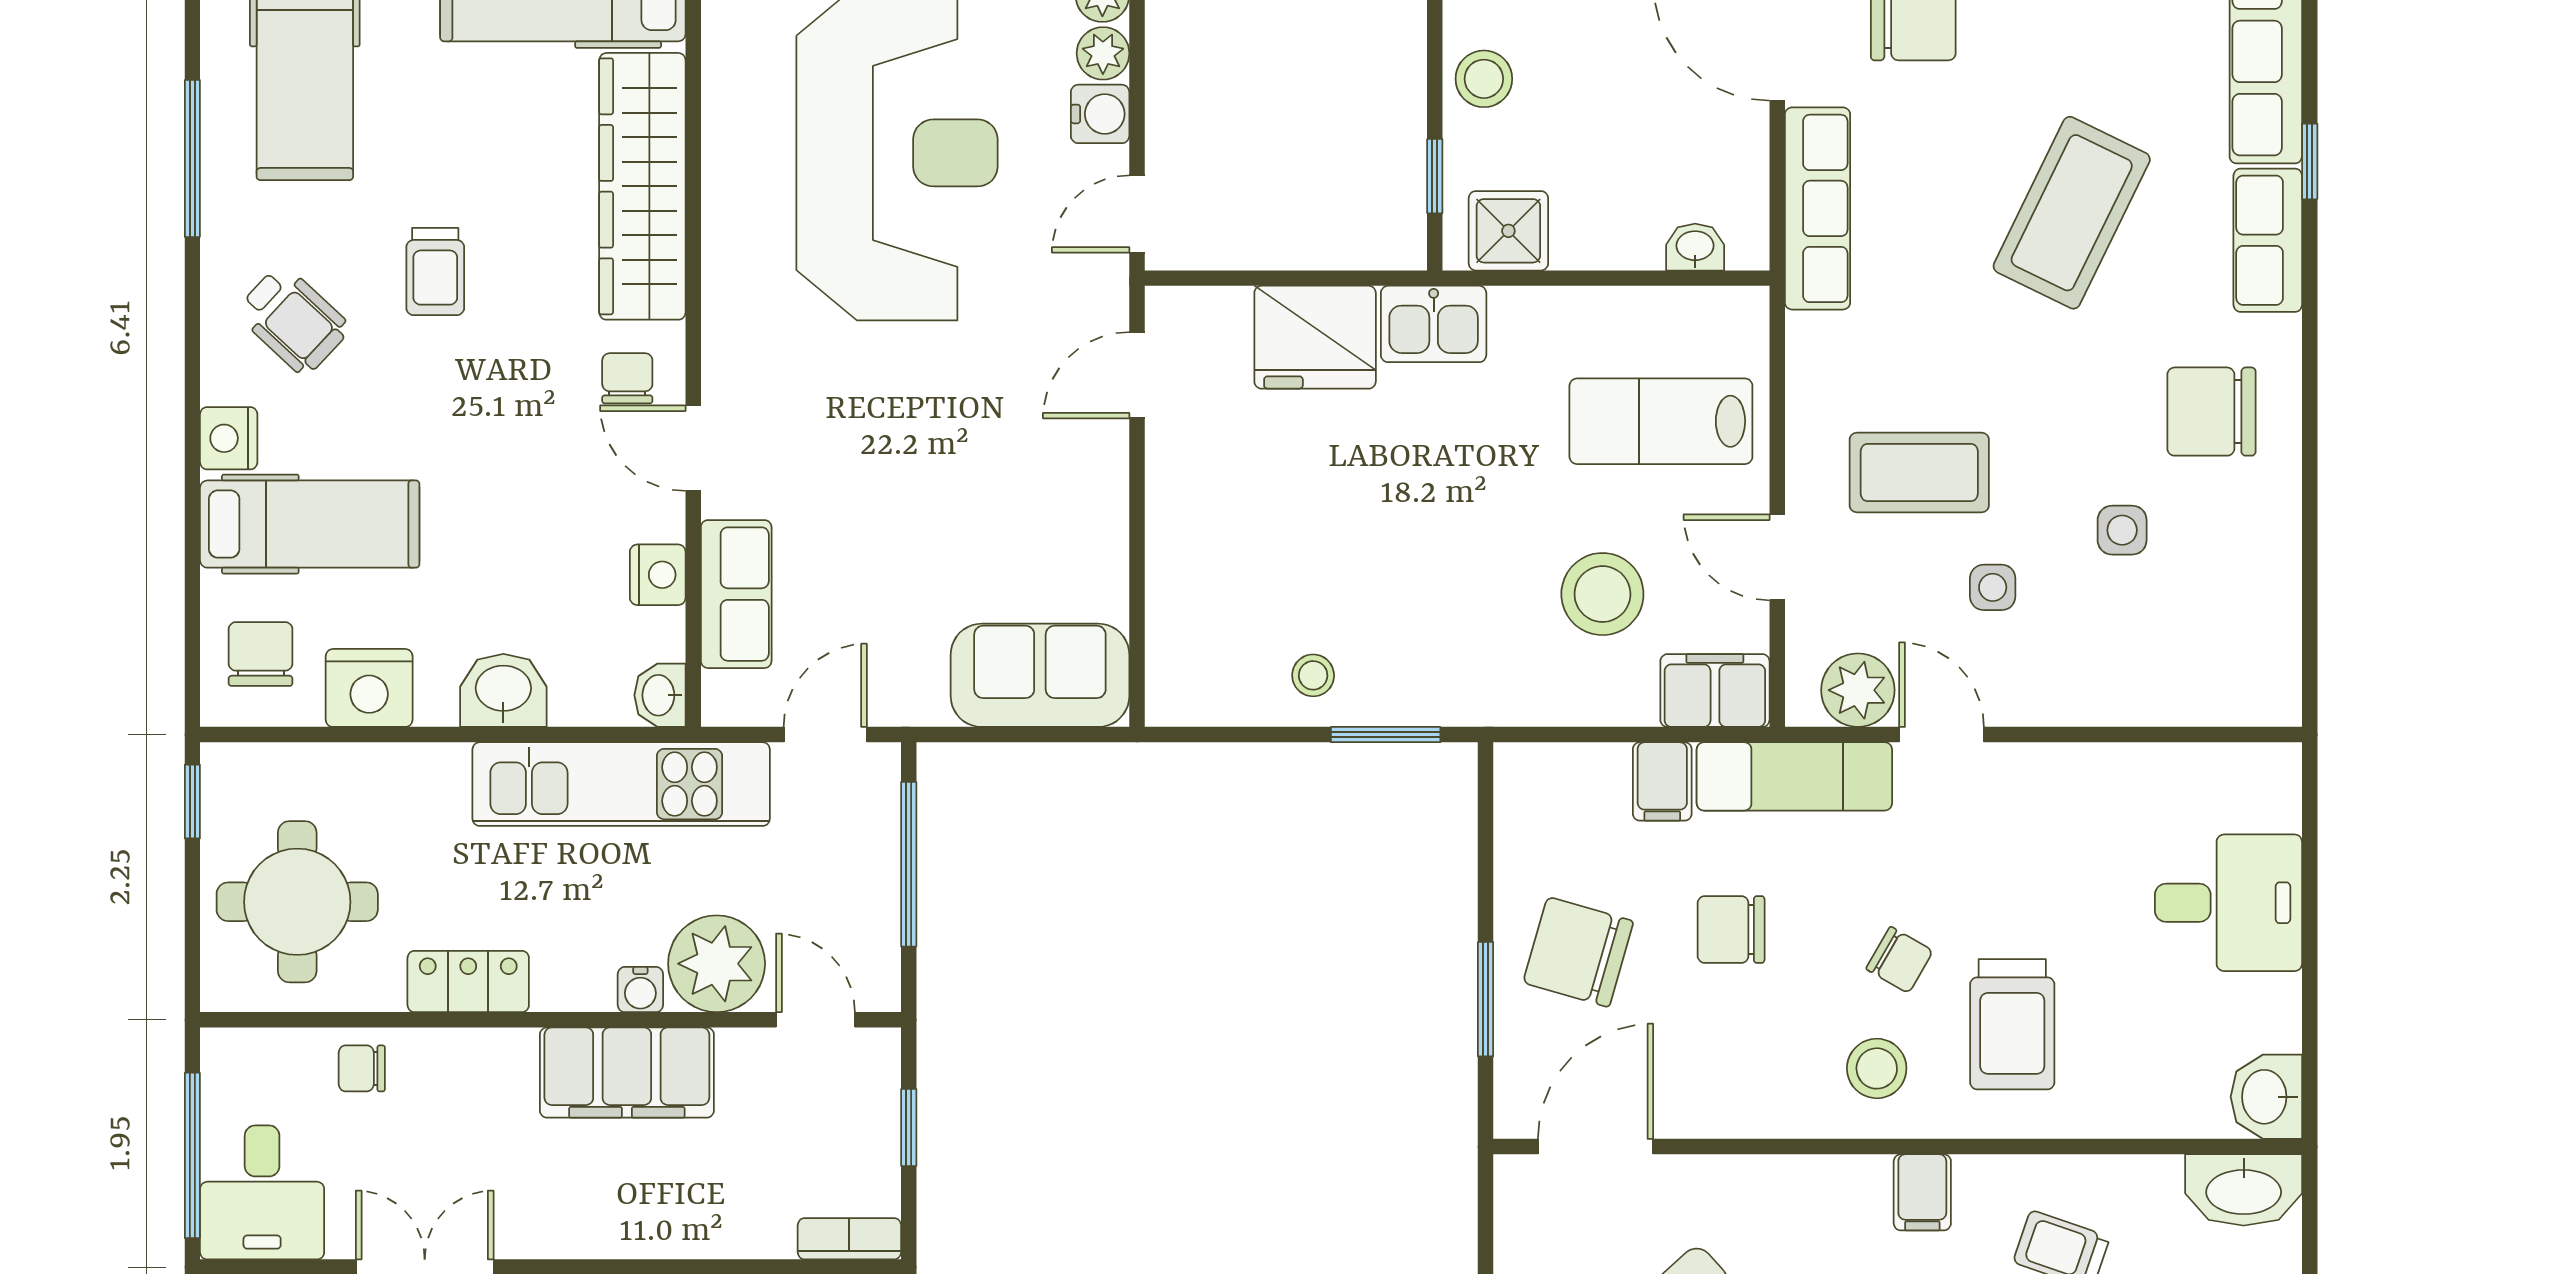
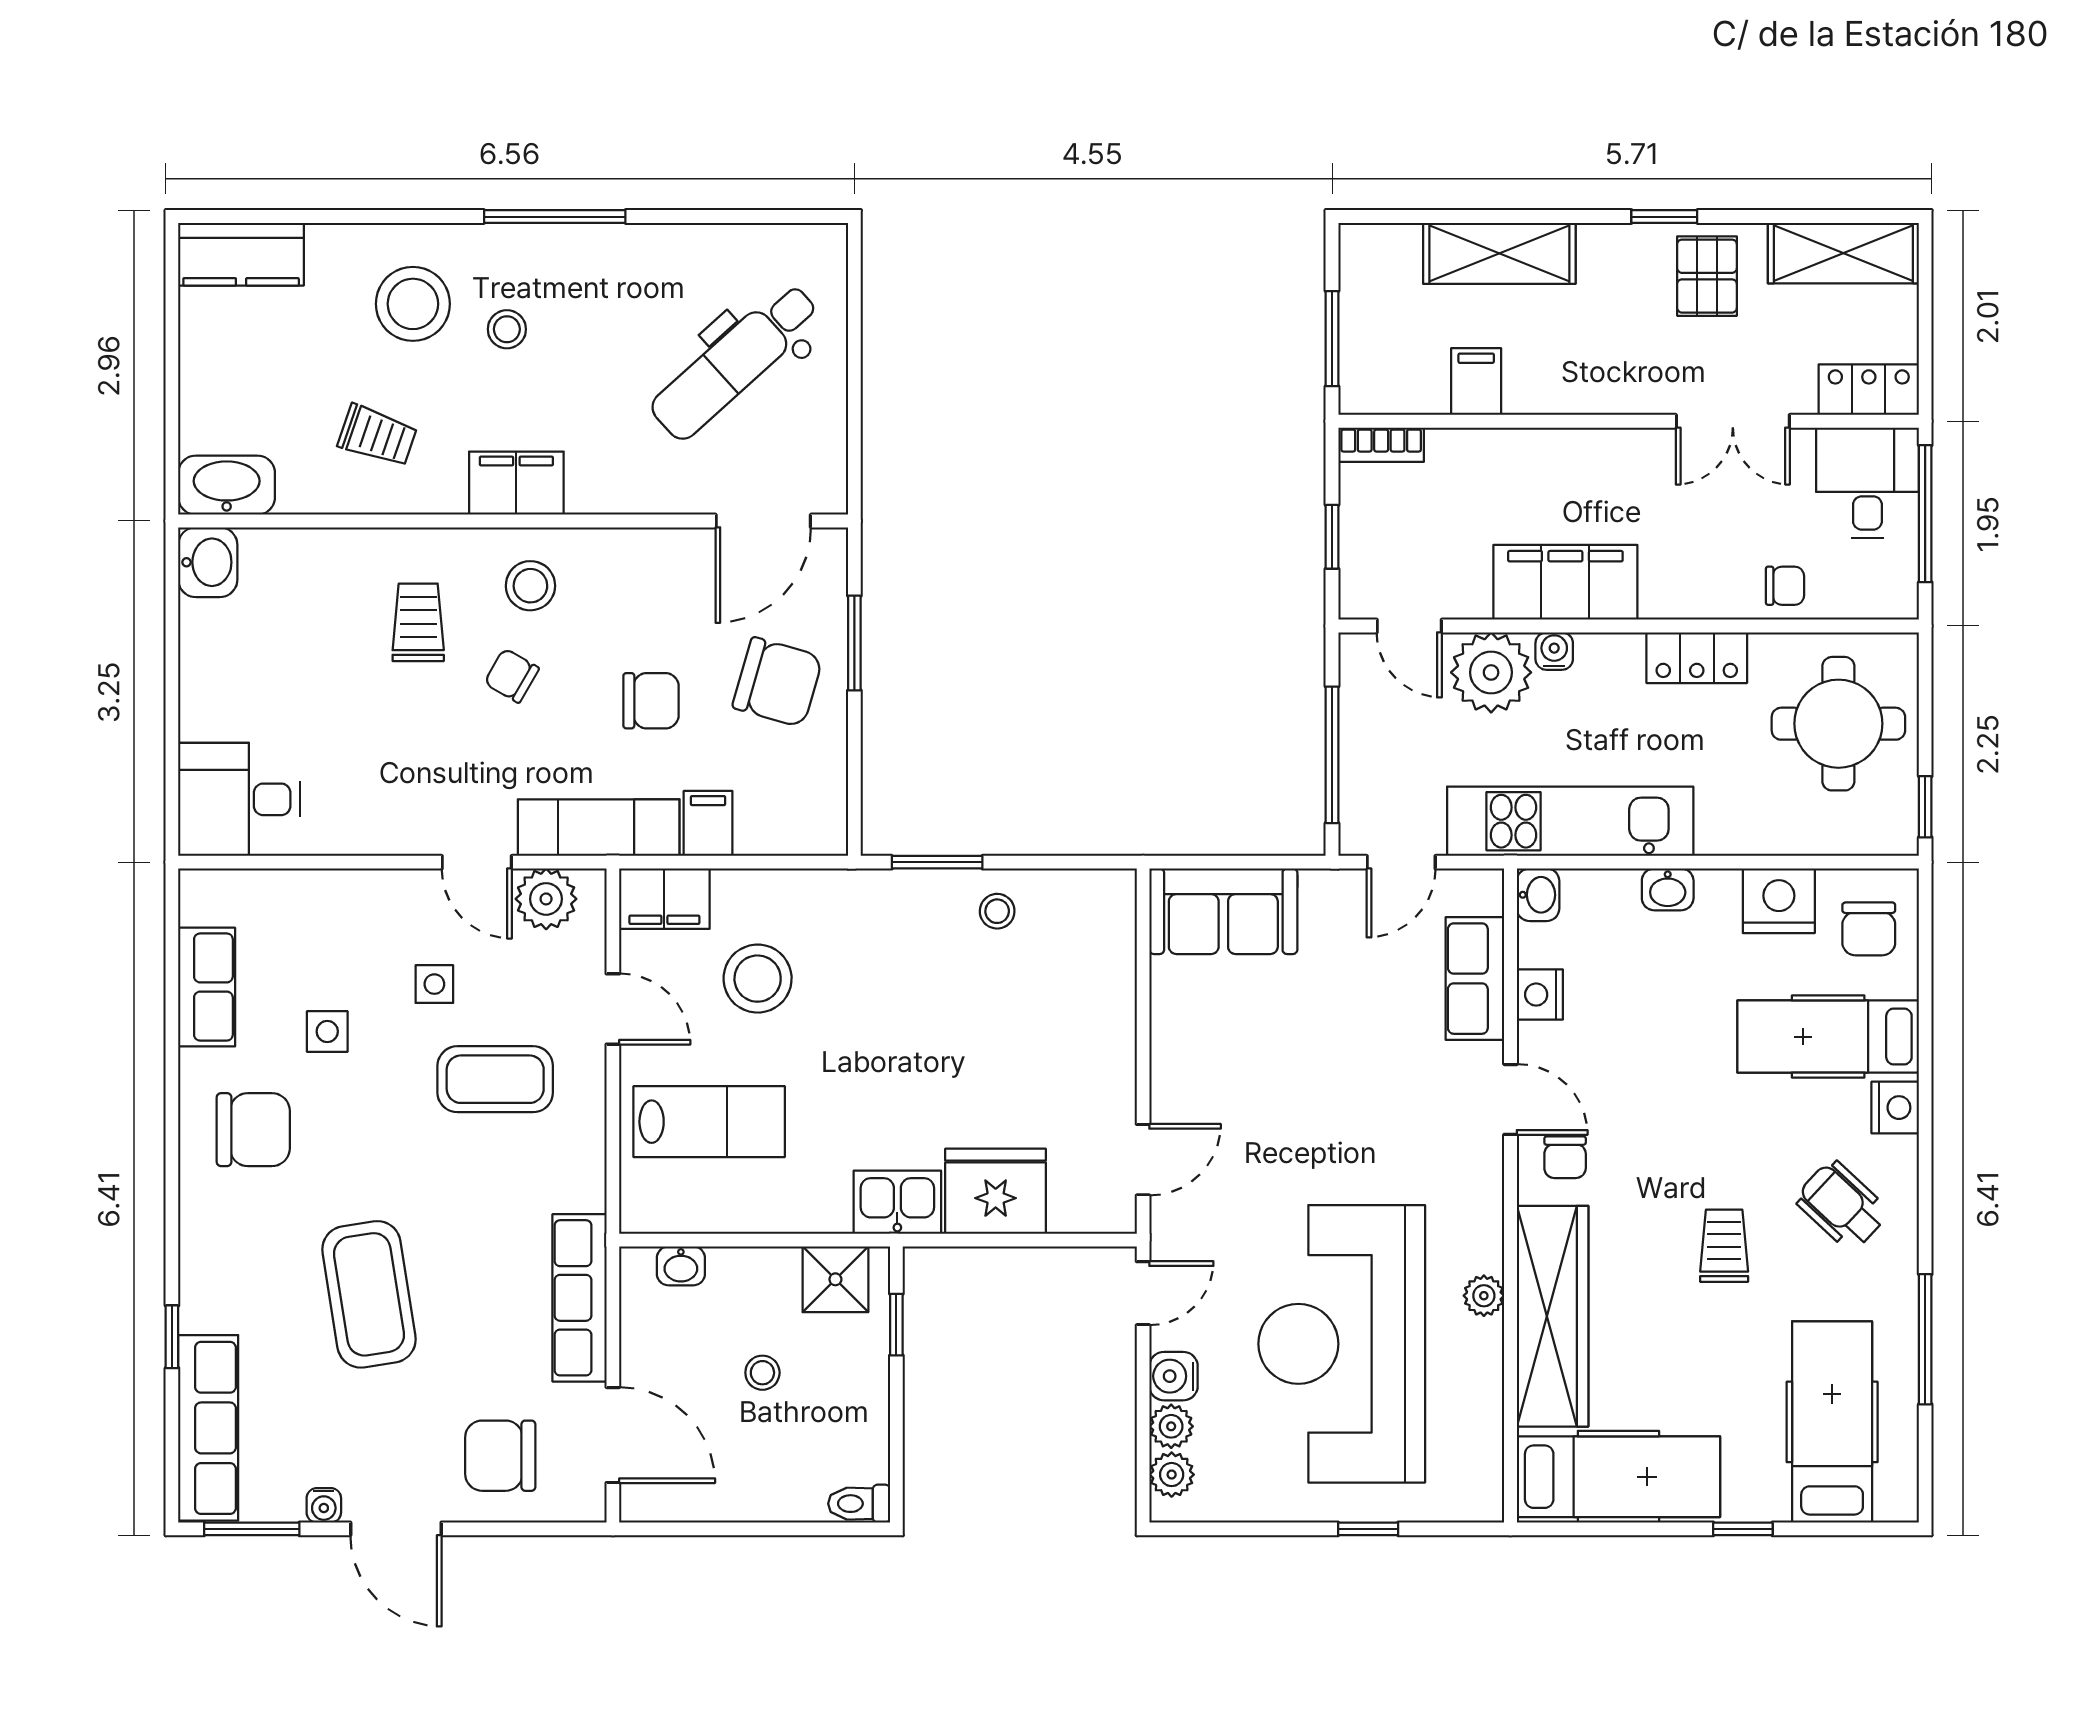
stool: (1484, 79) -> (762, 1373), moved, width x0.73, depth x0.73
plant: (725, 211) -> (1484, 1296), added
coffee table: (2072, 213) -> (369, 1294), turned -35
row of seats: (2268, 240) -> (207, 987), moved
washbasin: (503, 690) -> (1668, 889), width x0.72, depth x0.69
desk: (2228, 903) -> (239, 799), moved
trolley: (2012, 1024) -> (418, 622), width x0.73, depth x0.72
filing cabinet: (1922, 1192) -> (516, 483), width x2.00

